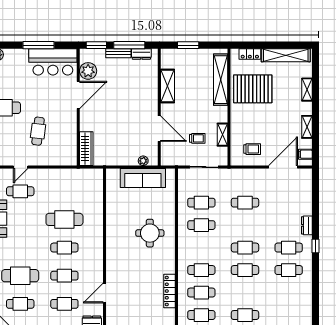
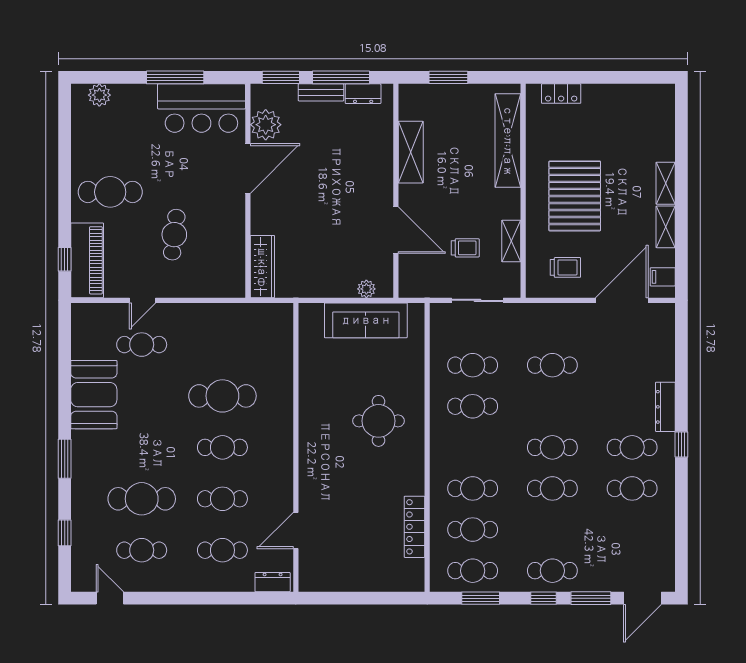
shelving: (286, 55) -> (627, 96), removed
pallet: (253, 89) -> (575, 196), moved, turned 90
shelving: (307, 90) -> (666, 183), moved
dresser: (307, 225) -> (665, 407), width x1.44

